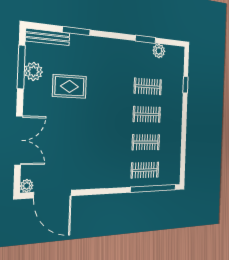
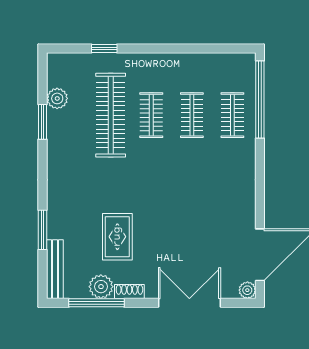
clothes rail: (148, 86) -> (111, 115), width x1.86, depth x1.31
shoe rack: (29, 93) -> (129, 291), added

